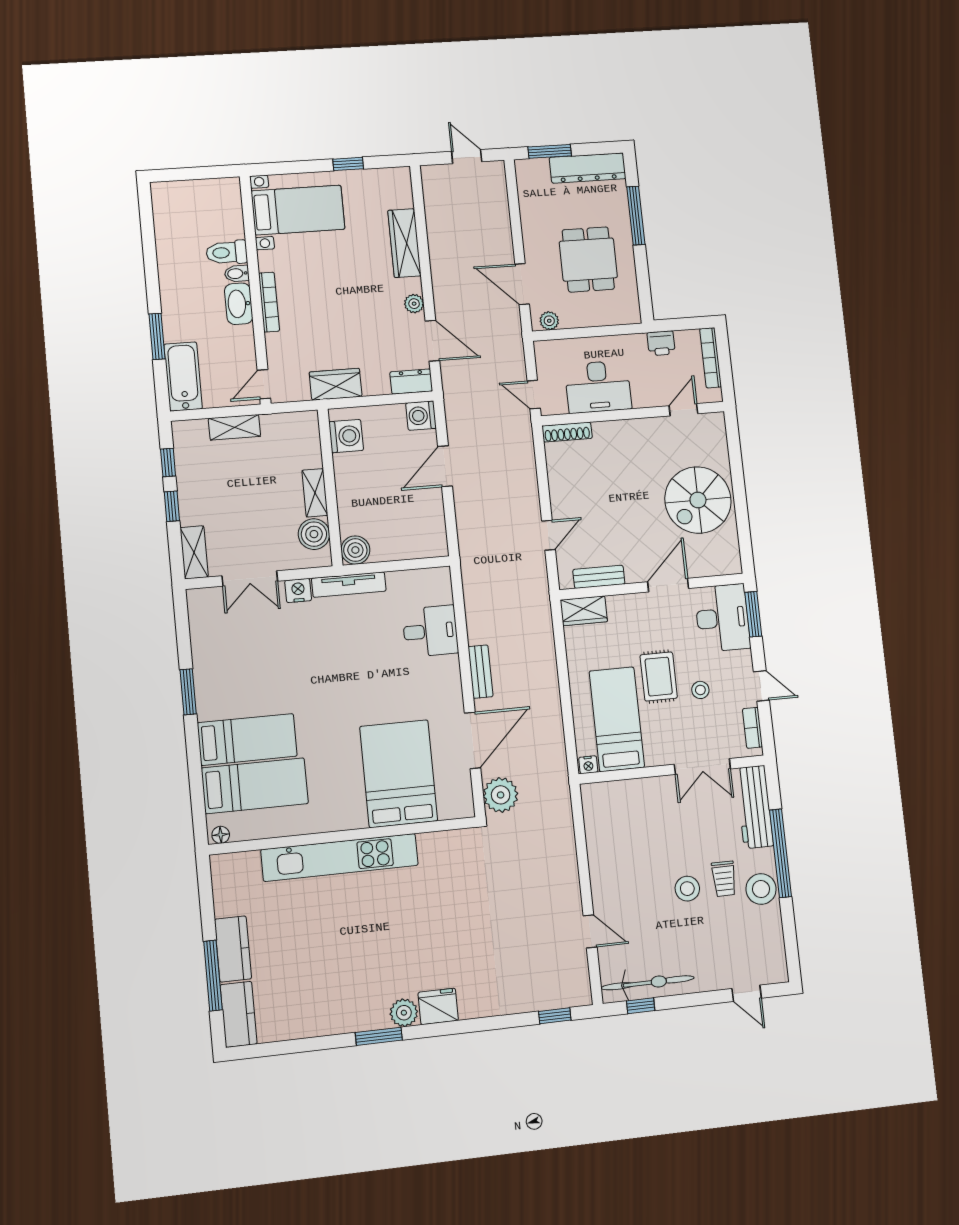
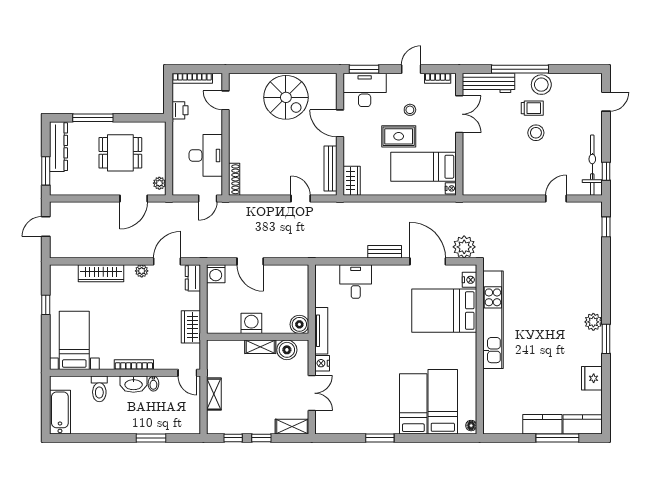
bidet: (237, 274) -> (153, 384), moved
bathtub: (183, 376) -> (60, 412), moved, turned 90
washing machine: (346, 436) -> (251, 323), moved
bench: (599, 577) -> (331, 168), width x1.36
nightstand: (451, 808) -> (469, 280), added
kitchen unit: (340, 857) -> (493, 320), moved
fridge: (438, 1006) -> (592, 378), moved

